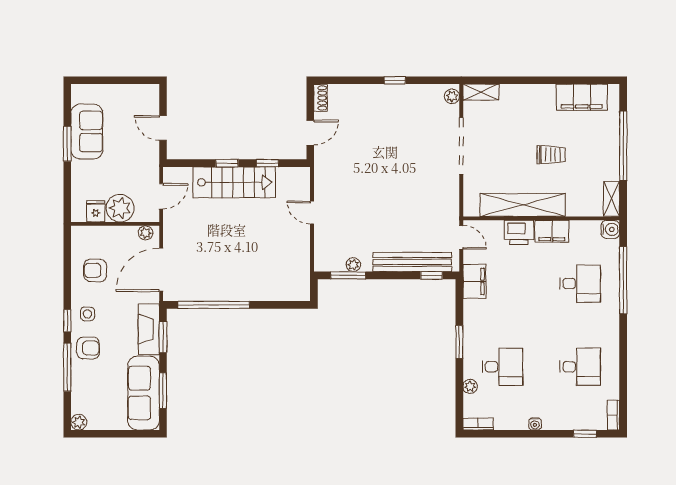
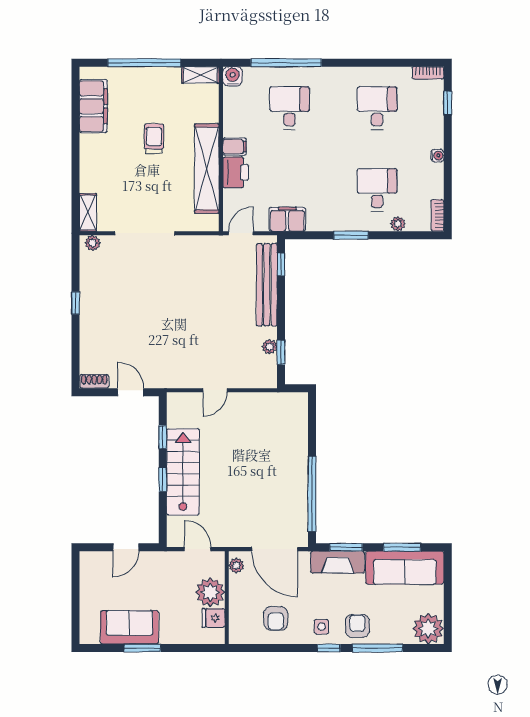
filing cabinet: (552, 231) -> (235, 147), width x0.50
window: (348, 275) -> (281, 352), width x0.67
plant: (79, 422) -> (428, 629), width x1.87, depth x1.87

